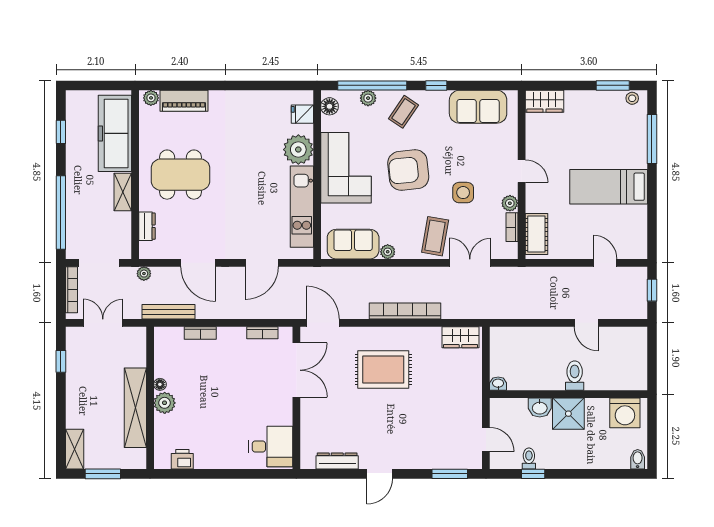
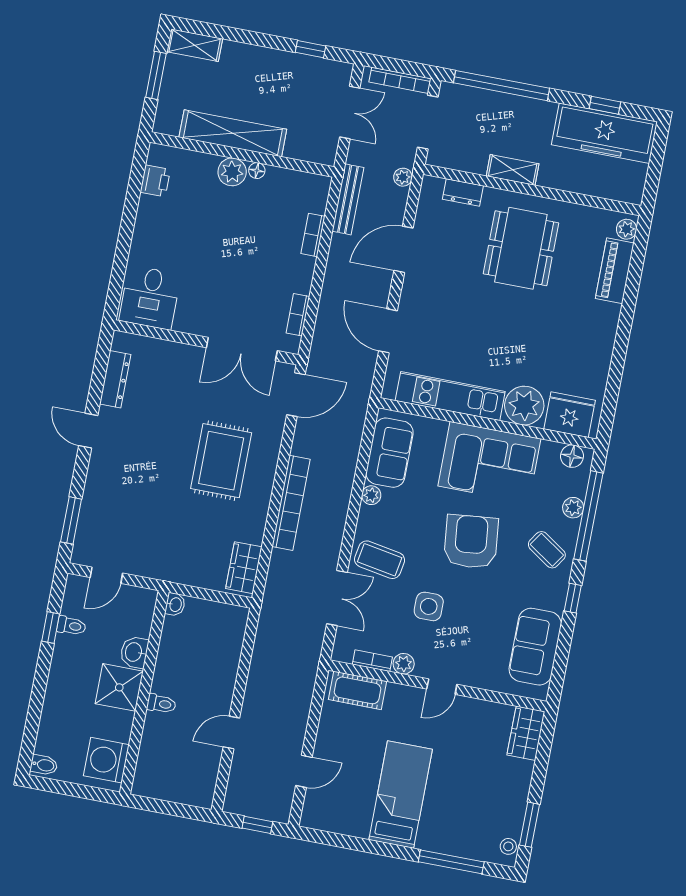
fridge: (302, 114) -> (570, 415), width x1.88, depth x1.34
freezer: (115, 133) -> (604, 133), moved, turned 180
toilet: (575, 376) -> (161, 704), width x0.73, depth x0.72

